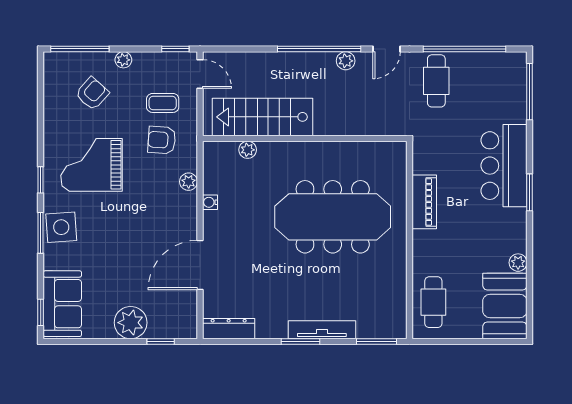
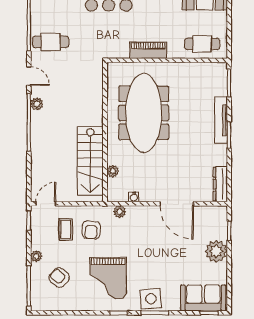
stairs: (262, 117) -> (90, 161), moved
wall: (305, 138) -> (105, 132), moved
plant: (248, 150) -> (113, 171), moved
piano: (424, 202) -> (148, 50), moved

